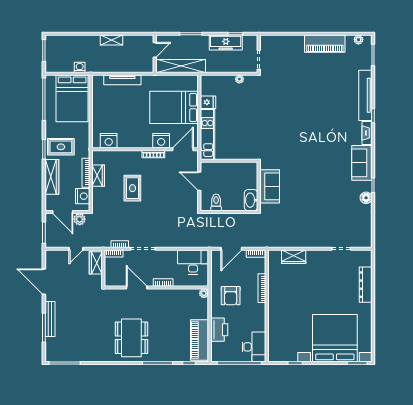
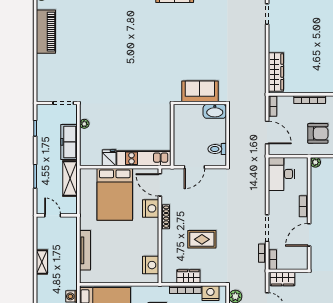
freezer: (226, 43) -> (69, 142), moved, turned 180
shelving: (181, 66) -> (70, 178), width x0.68
wardrobe: (294, 257) -> (276, 72), width x1.50

